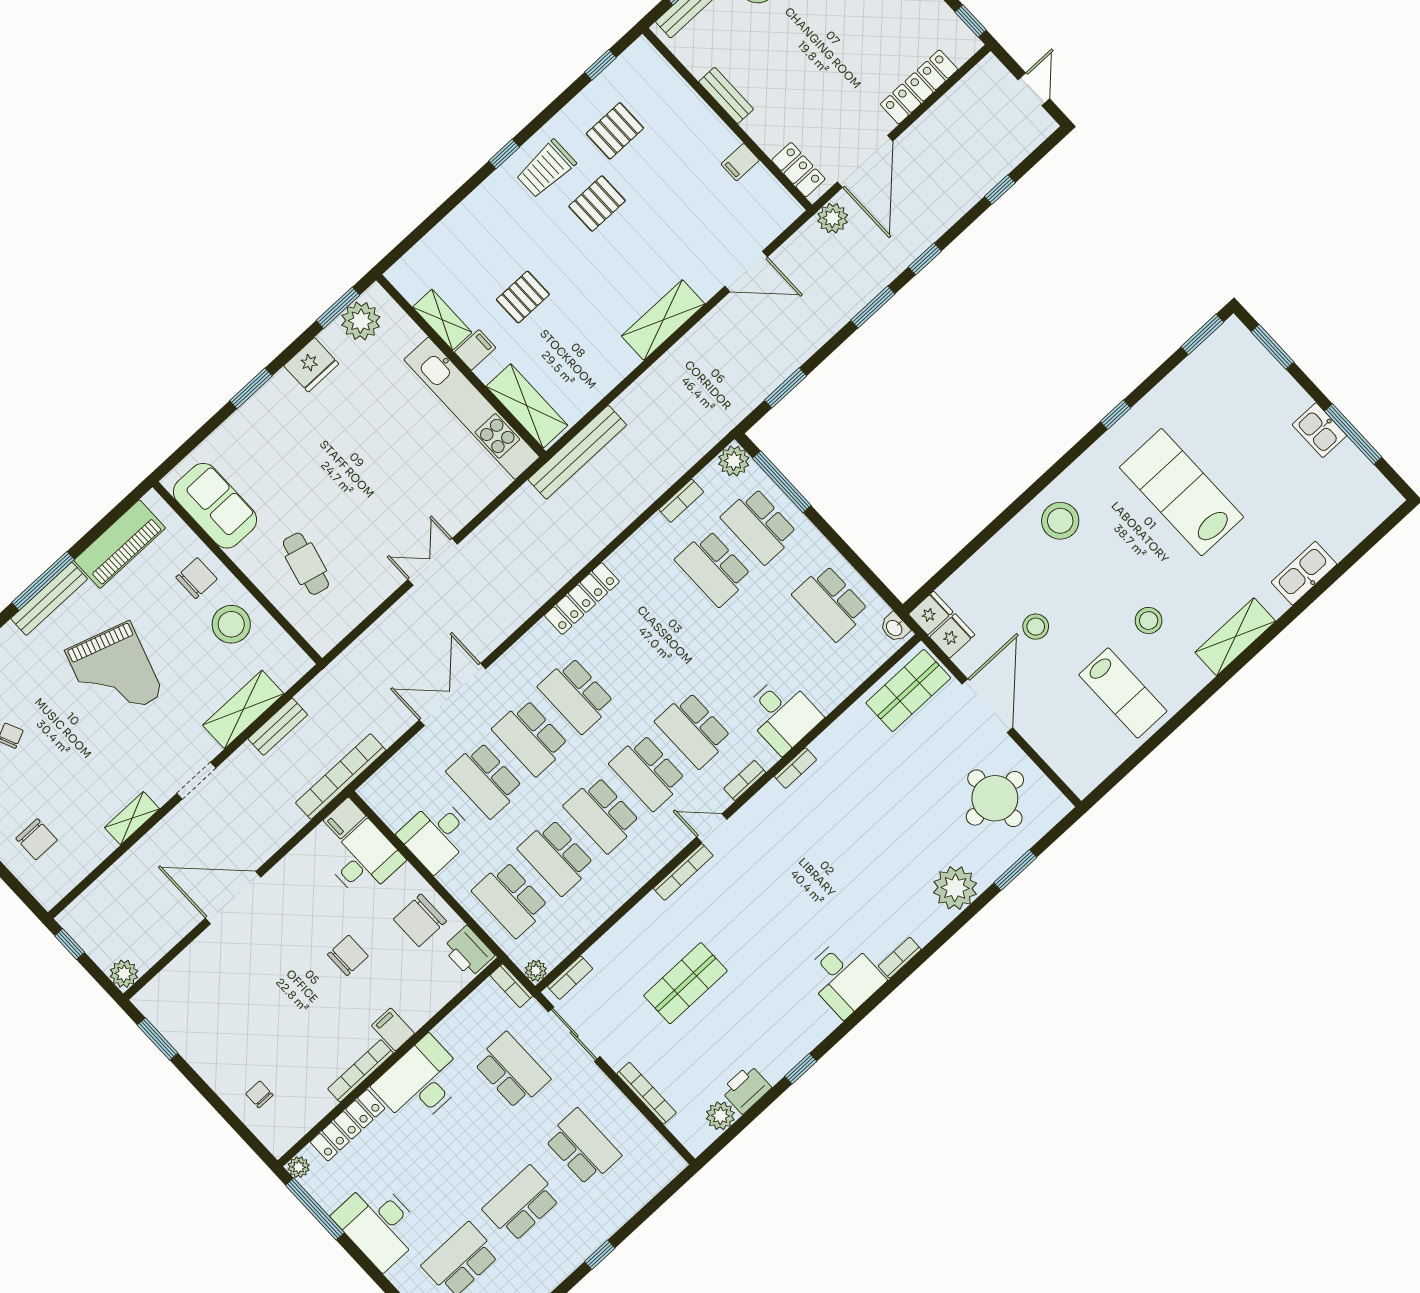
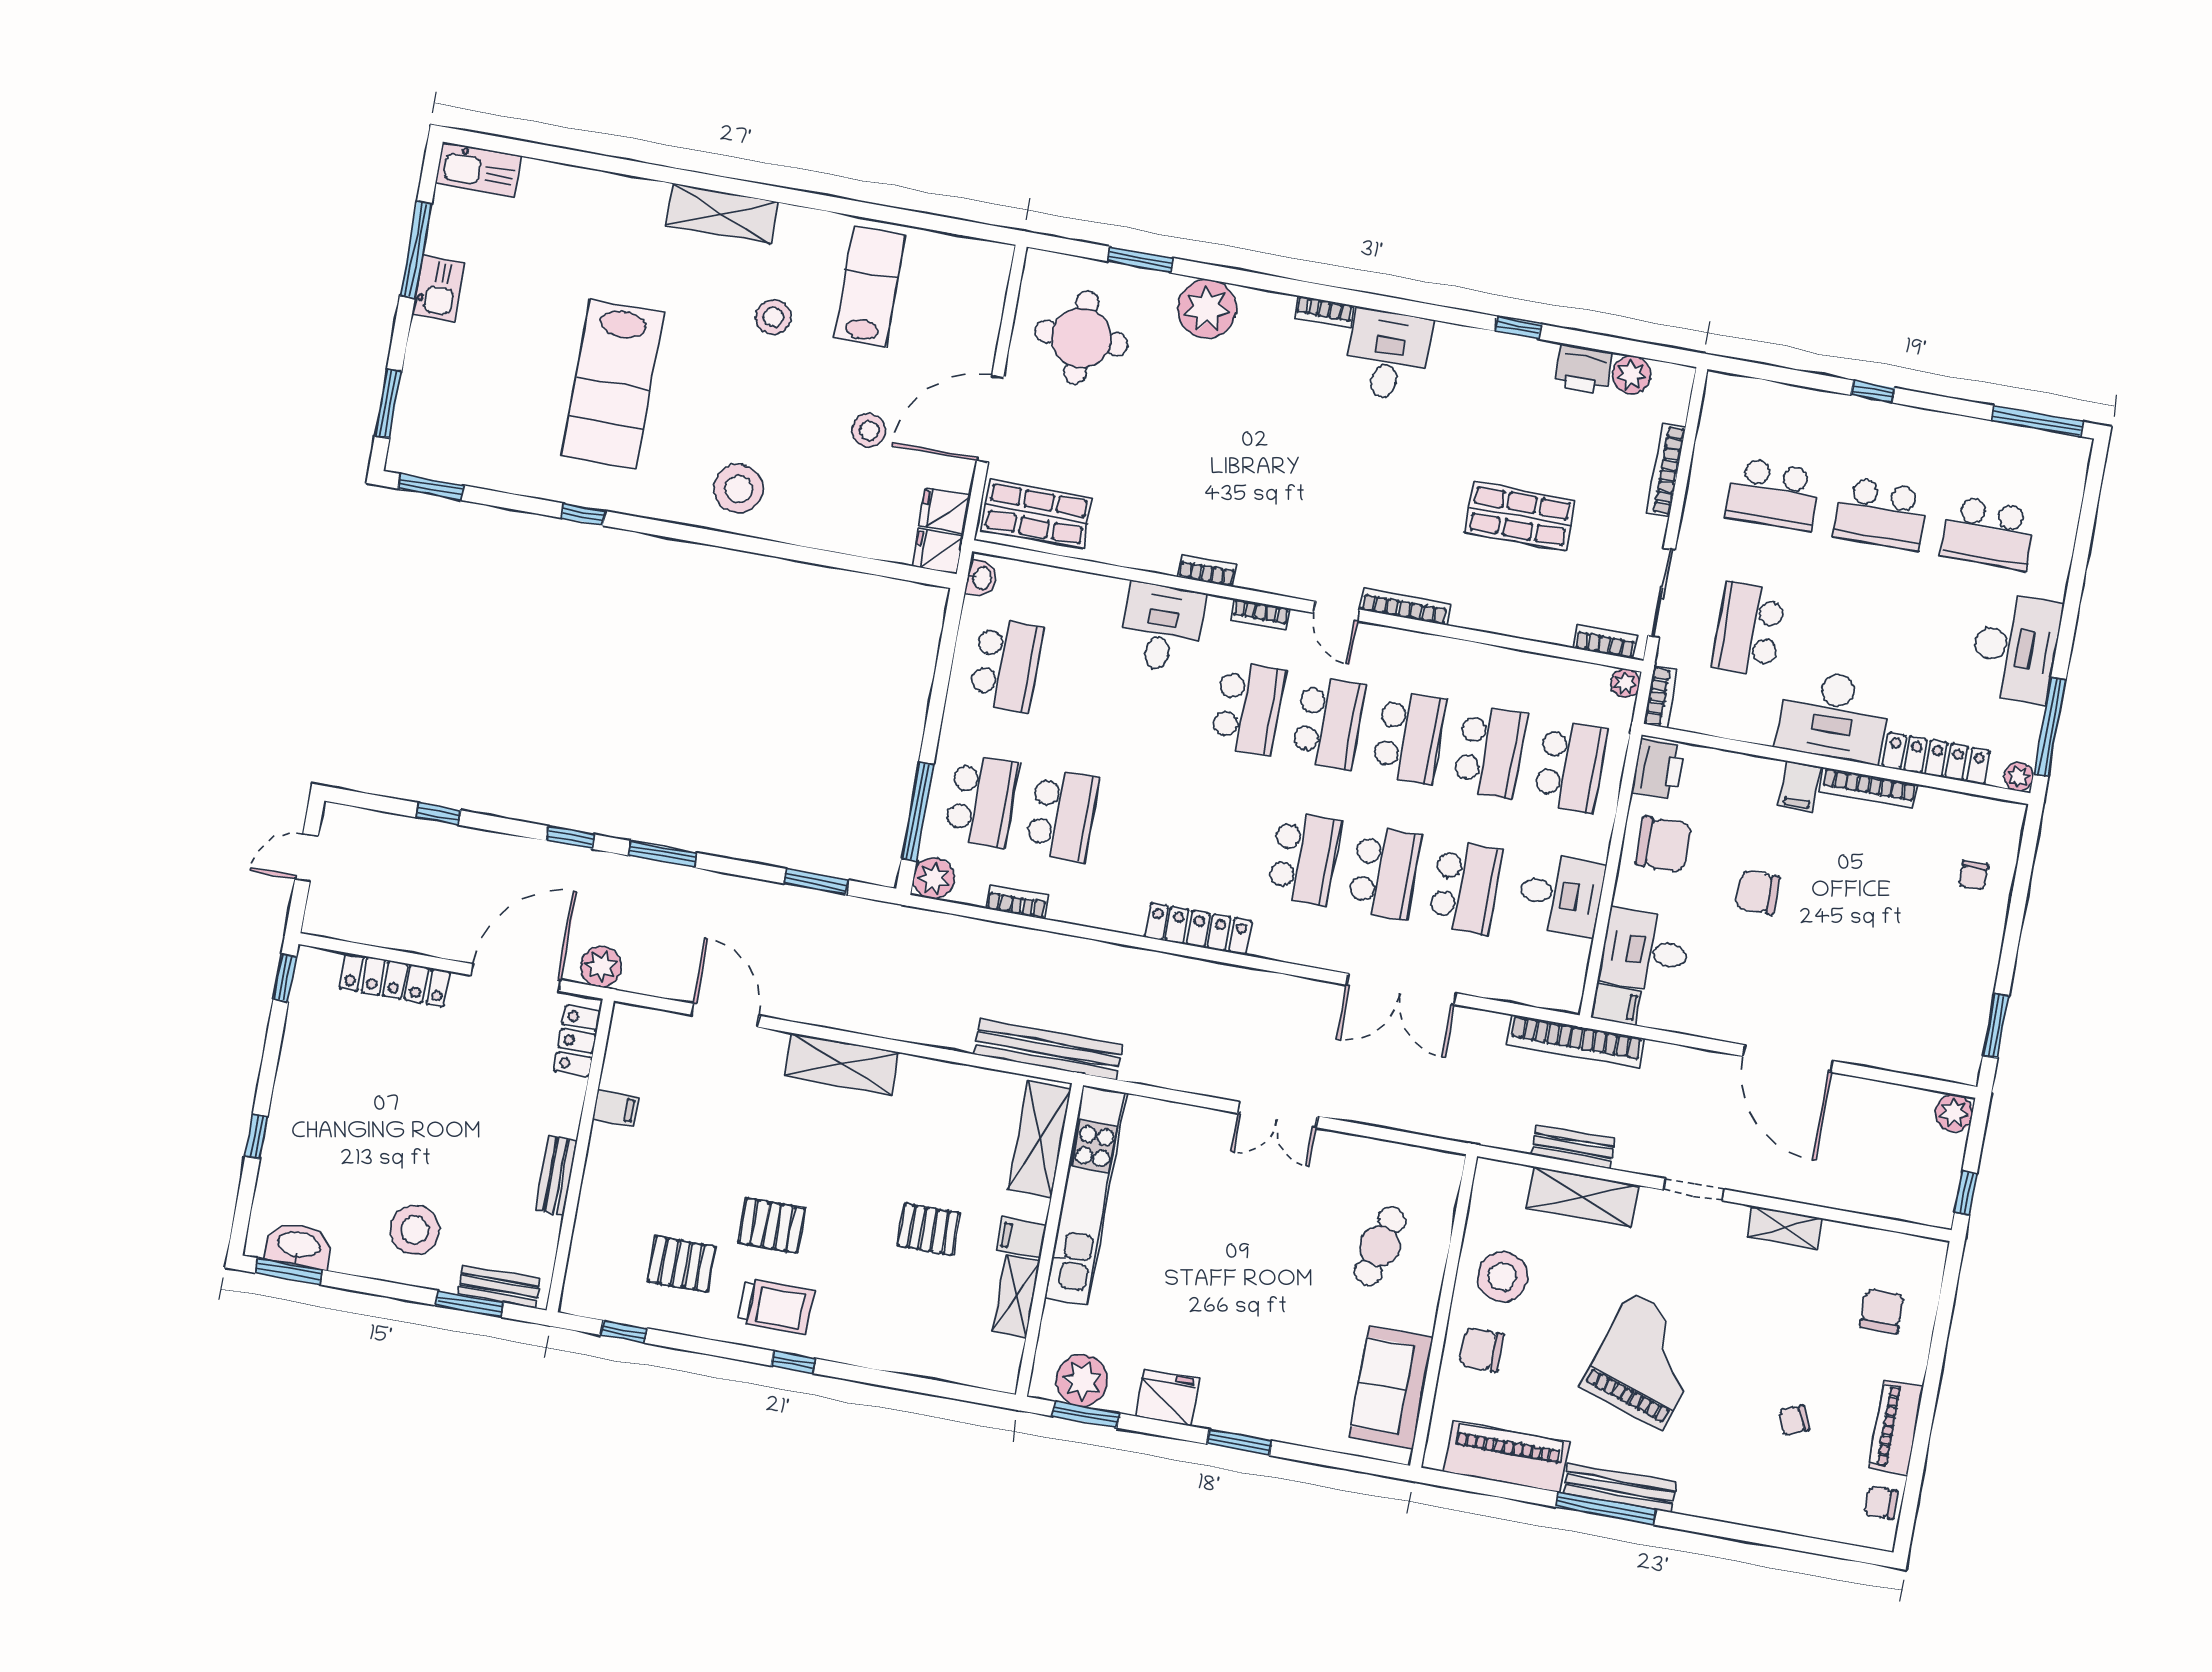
kitchen sink: (1304, 573) -> (478, 169), moved
school desk: (583, 1147) -> (1773, 494), turned -90

